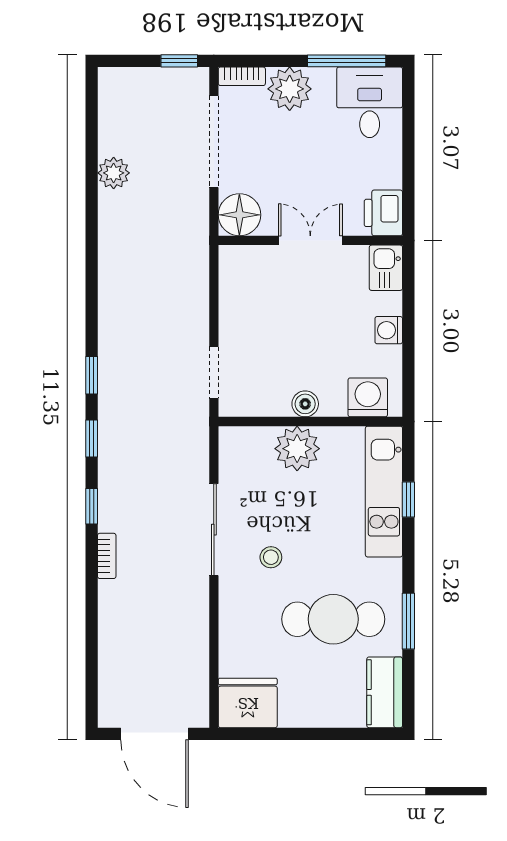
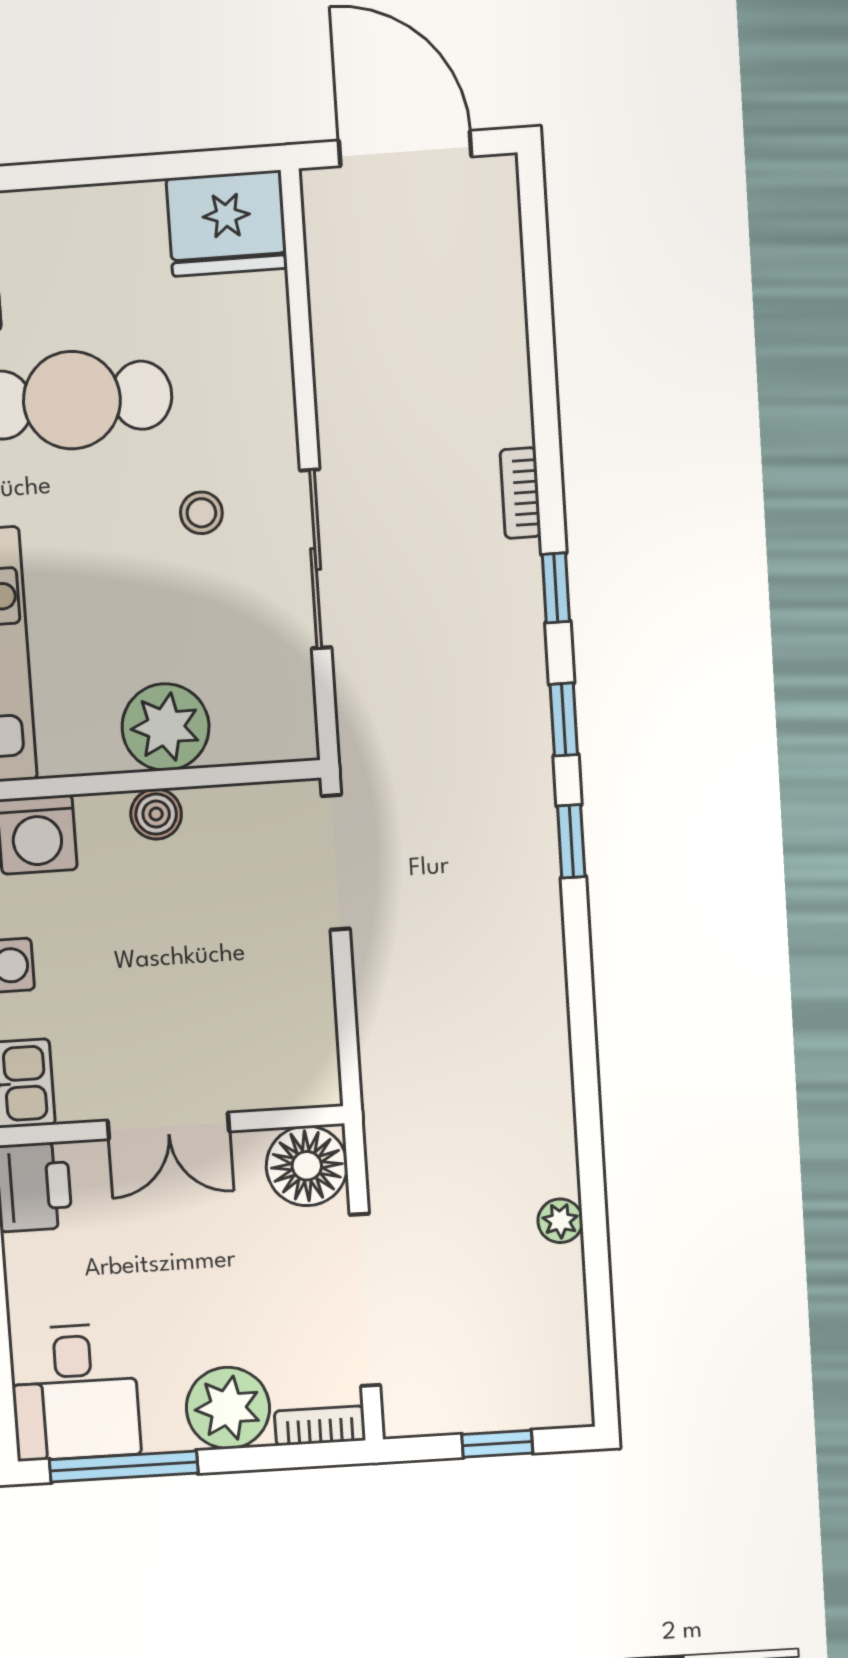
window: (179, 61) -> (497, 1444), moved
plant: (114, 173) -> (560, 1221), width x0.73, depth x0.73
doorway: (214, 373) -> (336, 862), width x1.38

